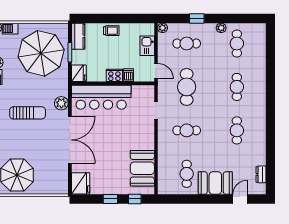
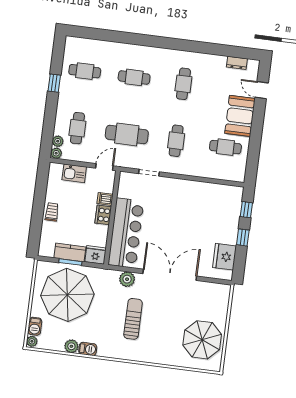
window: (197, 18) -> (54, 83), moved
plant: (221, 28) -> (58, 141), moved
kitchen counter: (78, 36) -> (70, 252), moved
cafe table: (237, 130) -> (183, 84), turned 90
booth: (142, 168) -> (213, 197), removed
fridge: (81, 183) -> (225, 257), moved, turned -90

